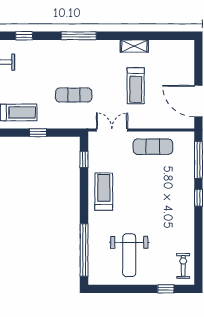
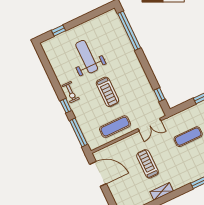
treadmill: (104, 192) -> (107, 92), moved
weight bench: (129, 255) -> (87, 57), moved
exercise bike: (183, 266) -> (71, 92), moved

